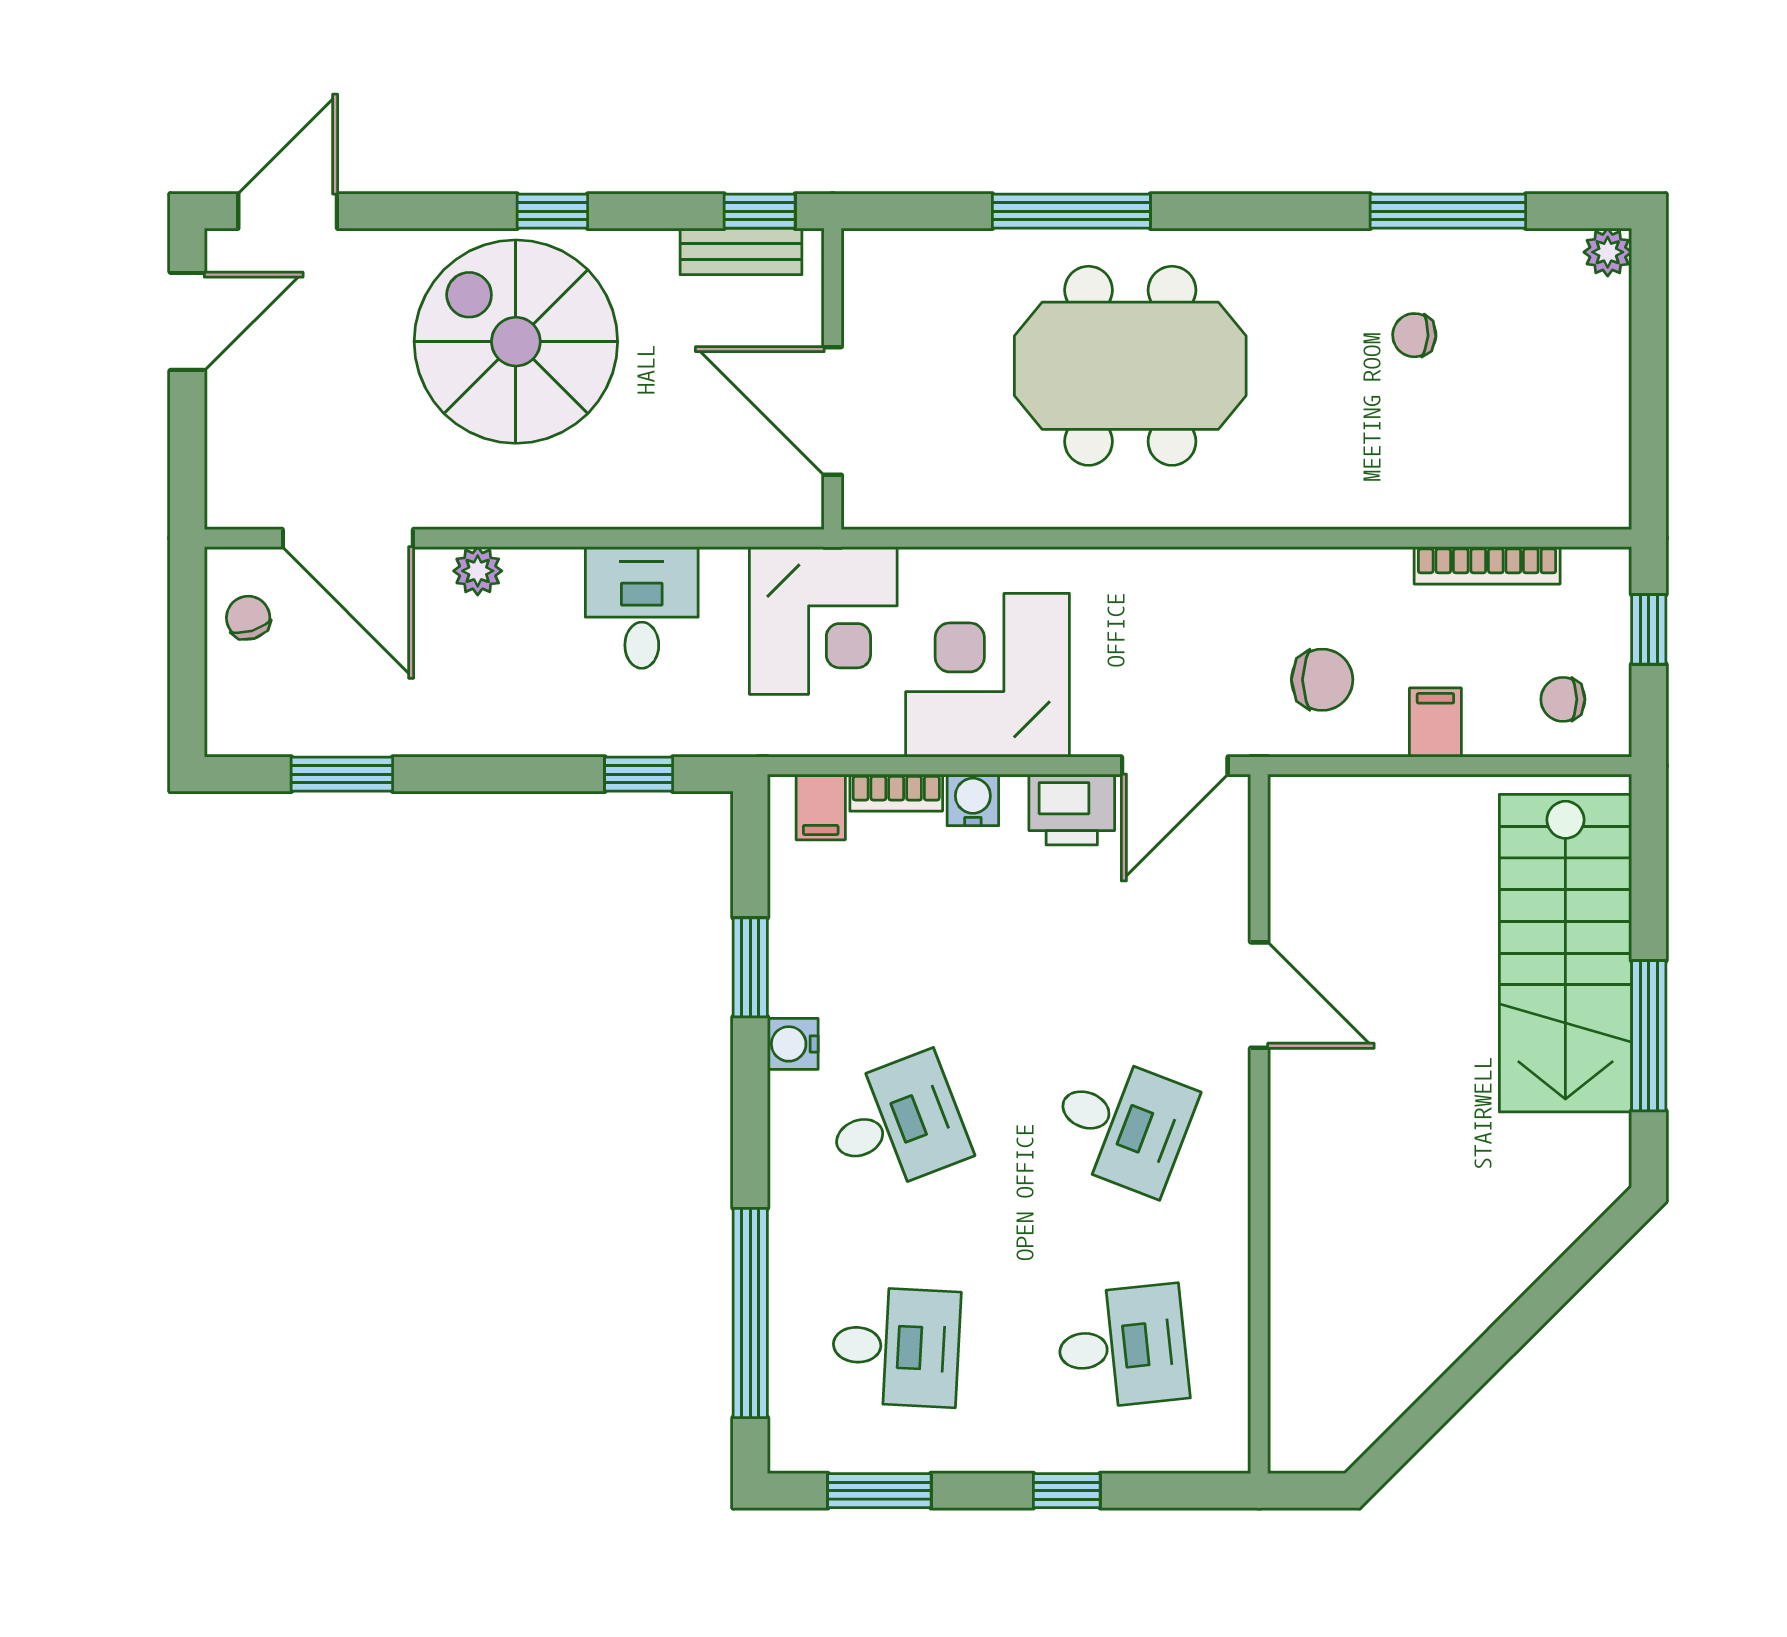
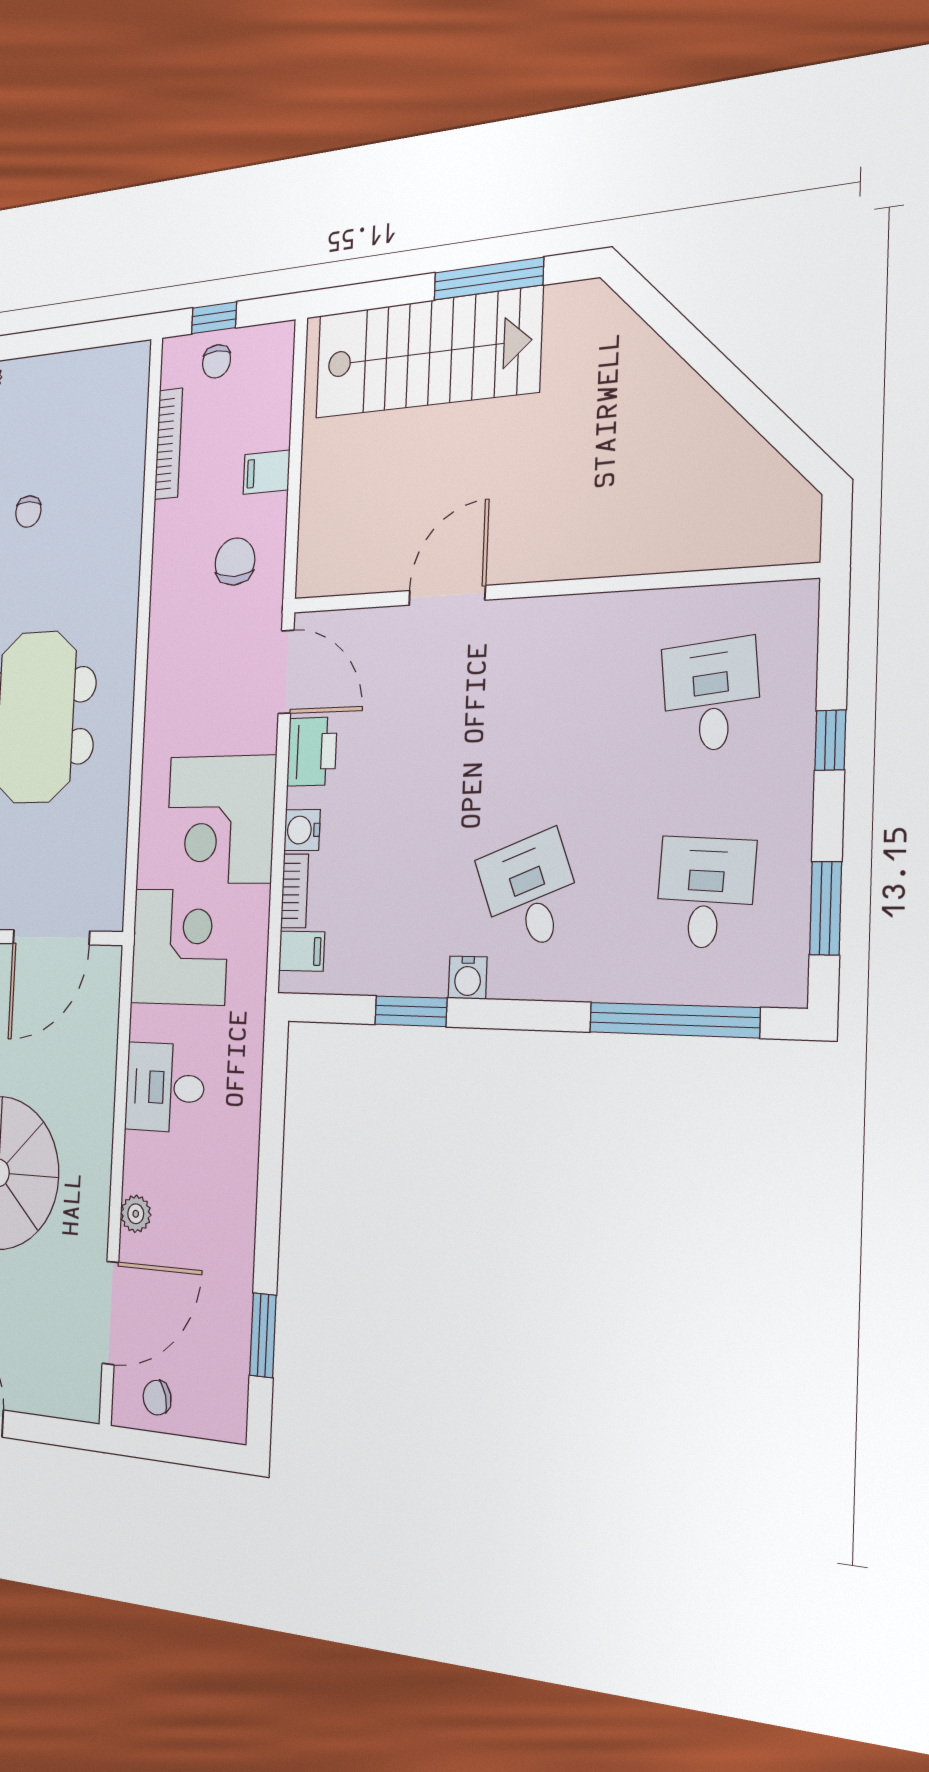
chair: (1563, 699) -> (216, 361), moved
window: (639, 774) -> (273, 1096), removed
desk: (1122, 1124) -> (537, 703), removed

